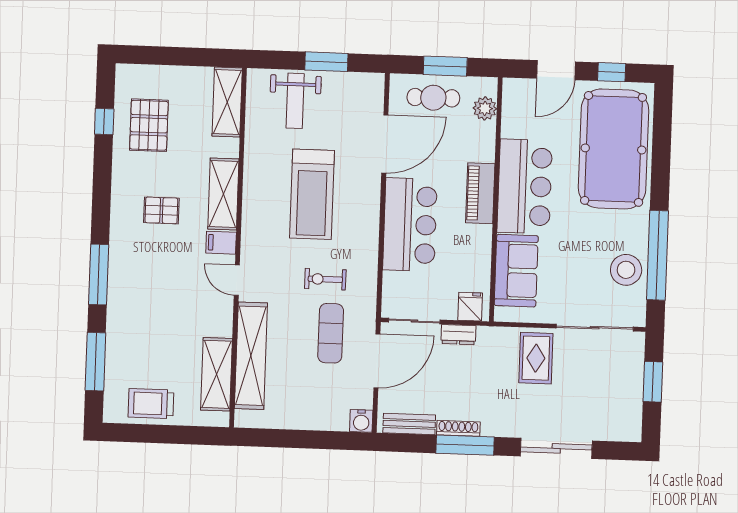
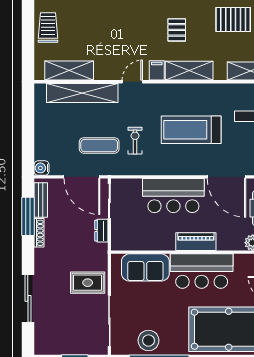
fridge: (470, 307) -> (120, 238), removed
window: (465, 445) -> (28, 216), moved

